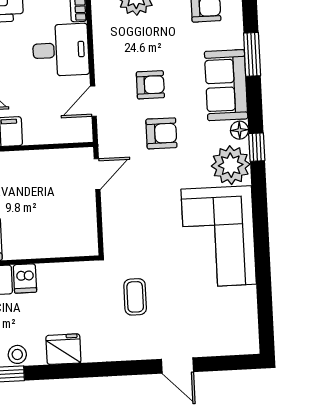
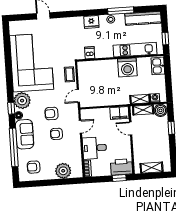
window: (252, 54) -> (14, 147), width x2.11
corner sofa: (219, 237) -> (32, 63), width x1.36, depth x1.36
dishwasher: (25, 278) -> (90, 53), moved
coffee table: (135, 297) -> (69, 74), moved

